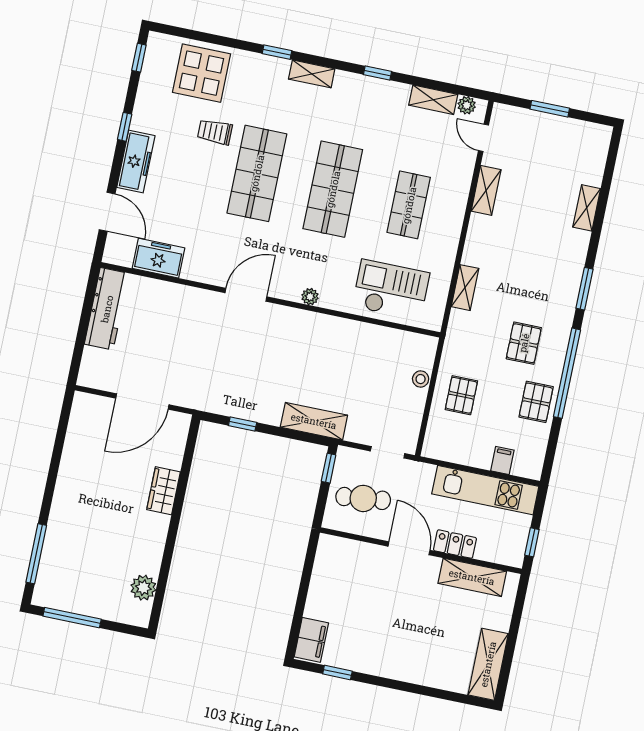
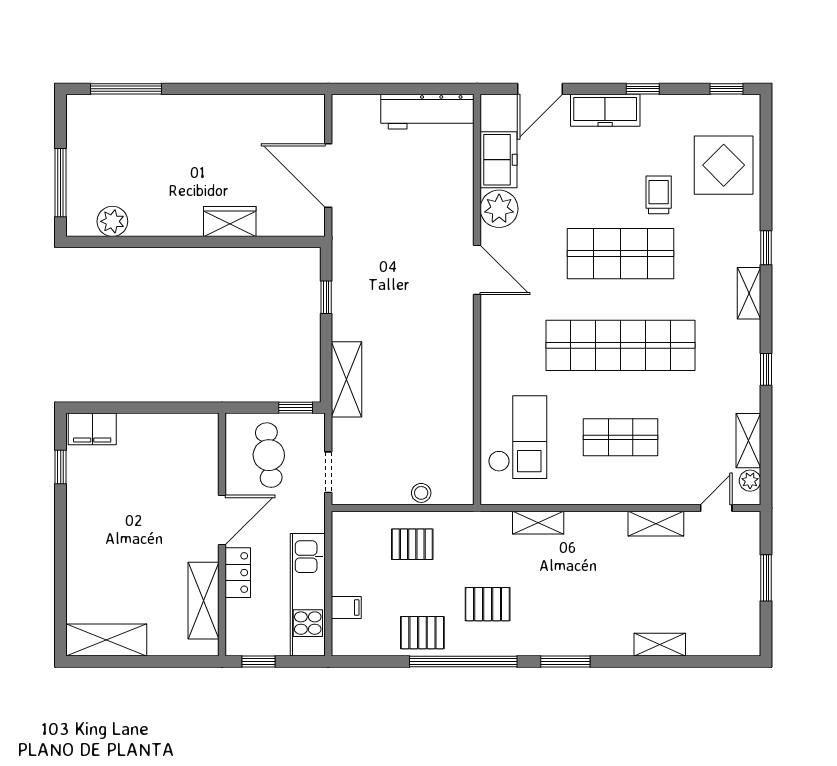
shop shelf: (333, 189) -> (620, 345), width x1.40
plant: (310, 297) -> (499, 209), moved, width x1.88, depth x1.88
window: (72, 618) -> (61, 183), moved

